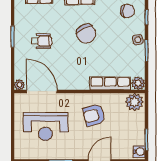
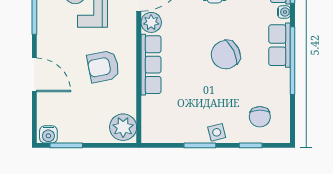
row of seats: (110, 83) -> (151, 65), moved
plant: (138, 83) -> (151, 22), moved
armchair: (94, 115) -> (103, 66), turned -86

